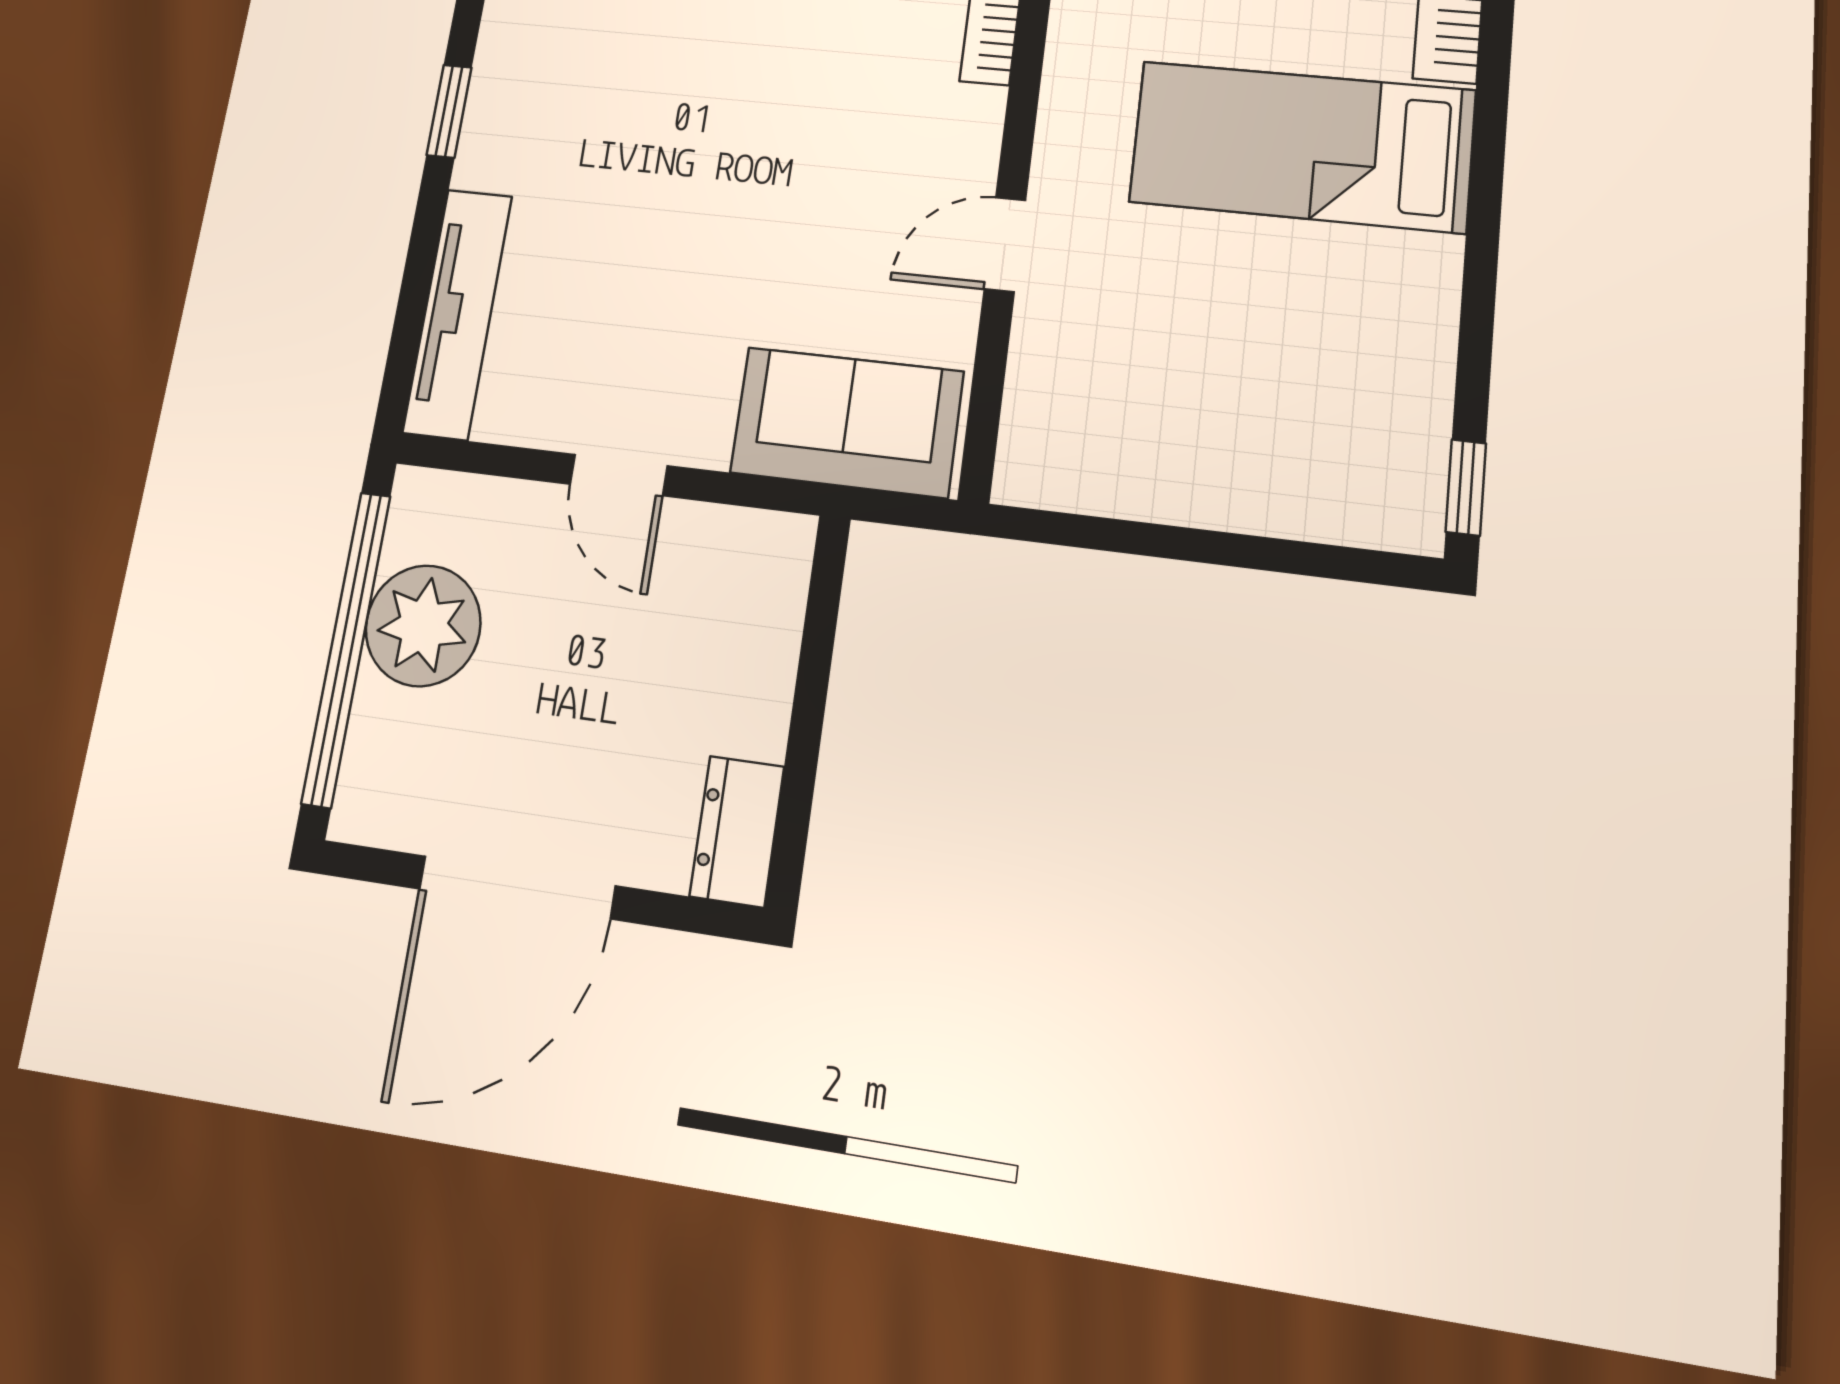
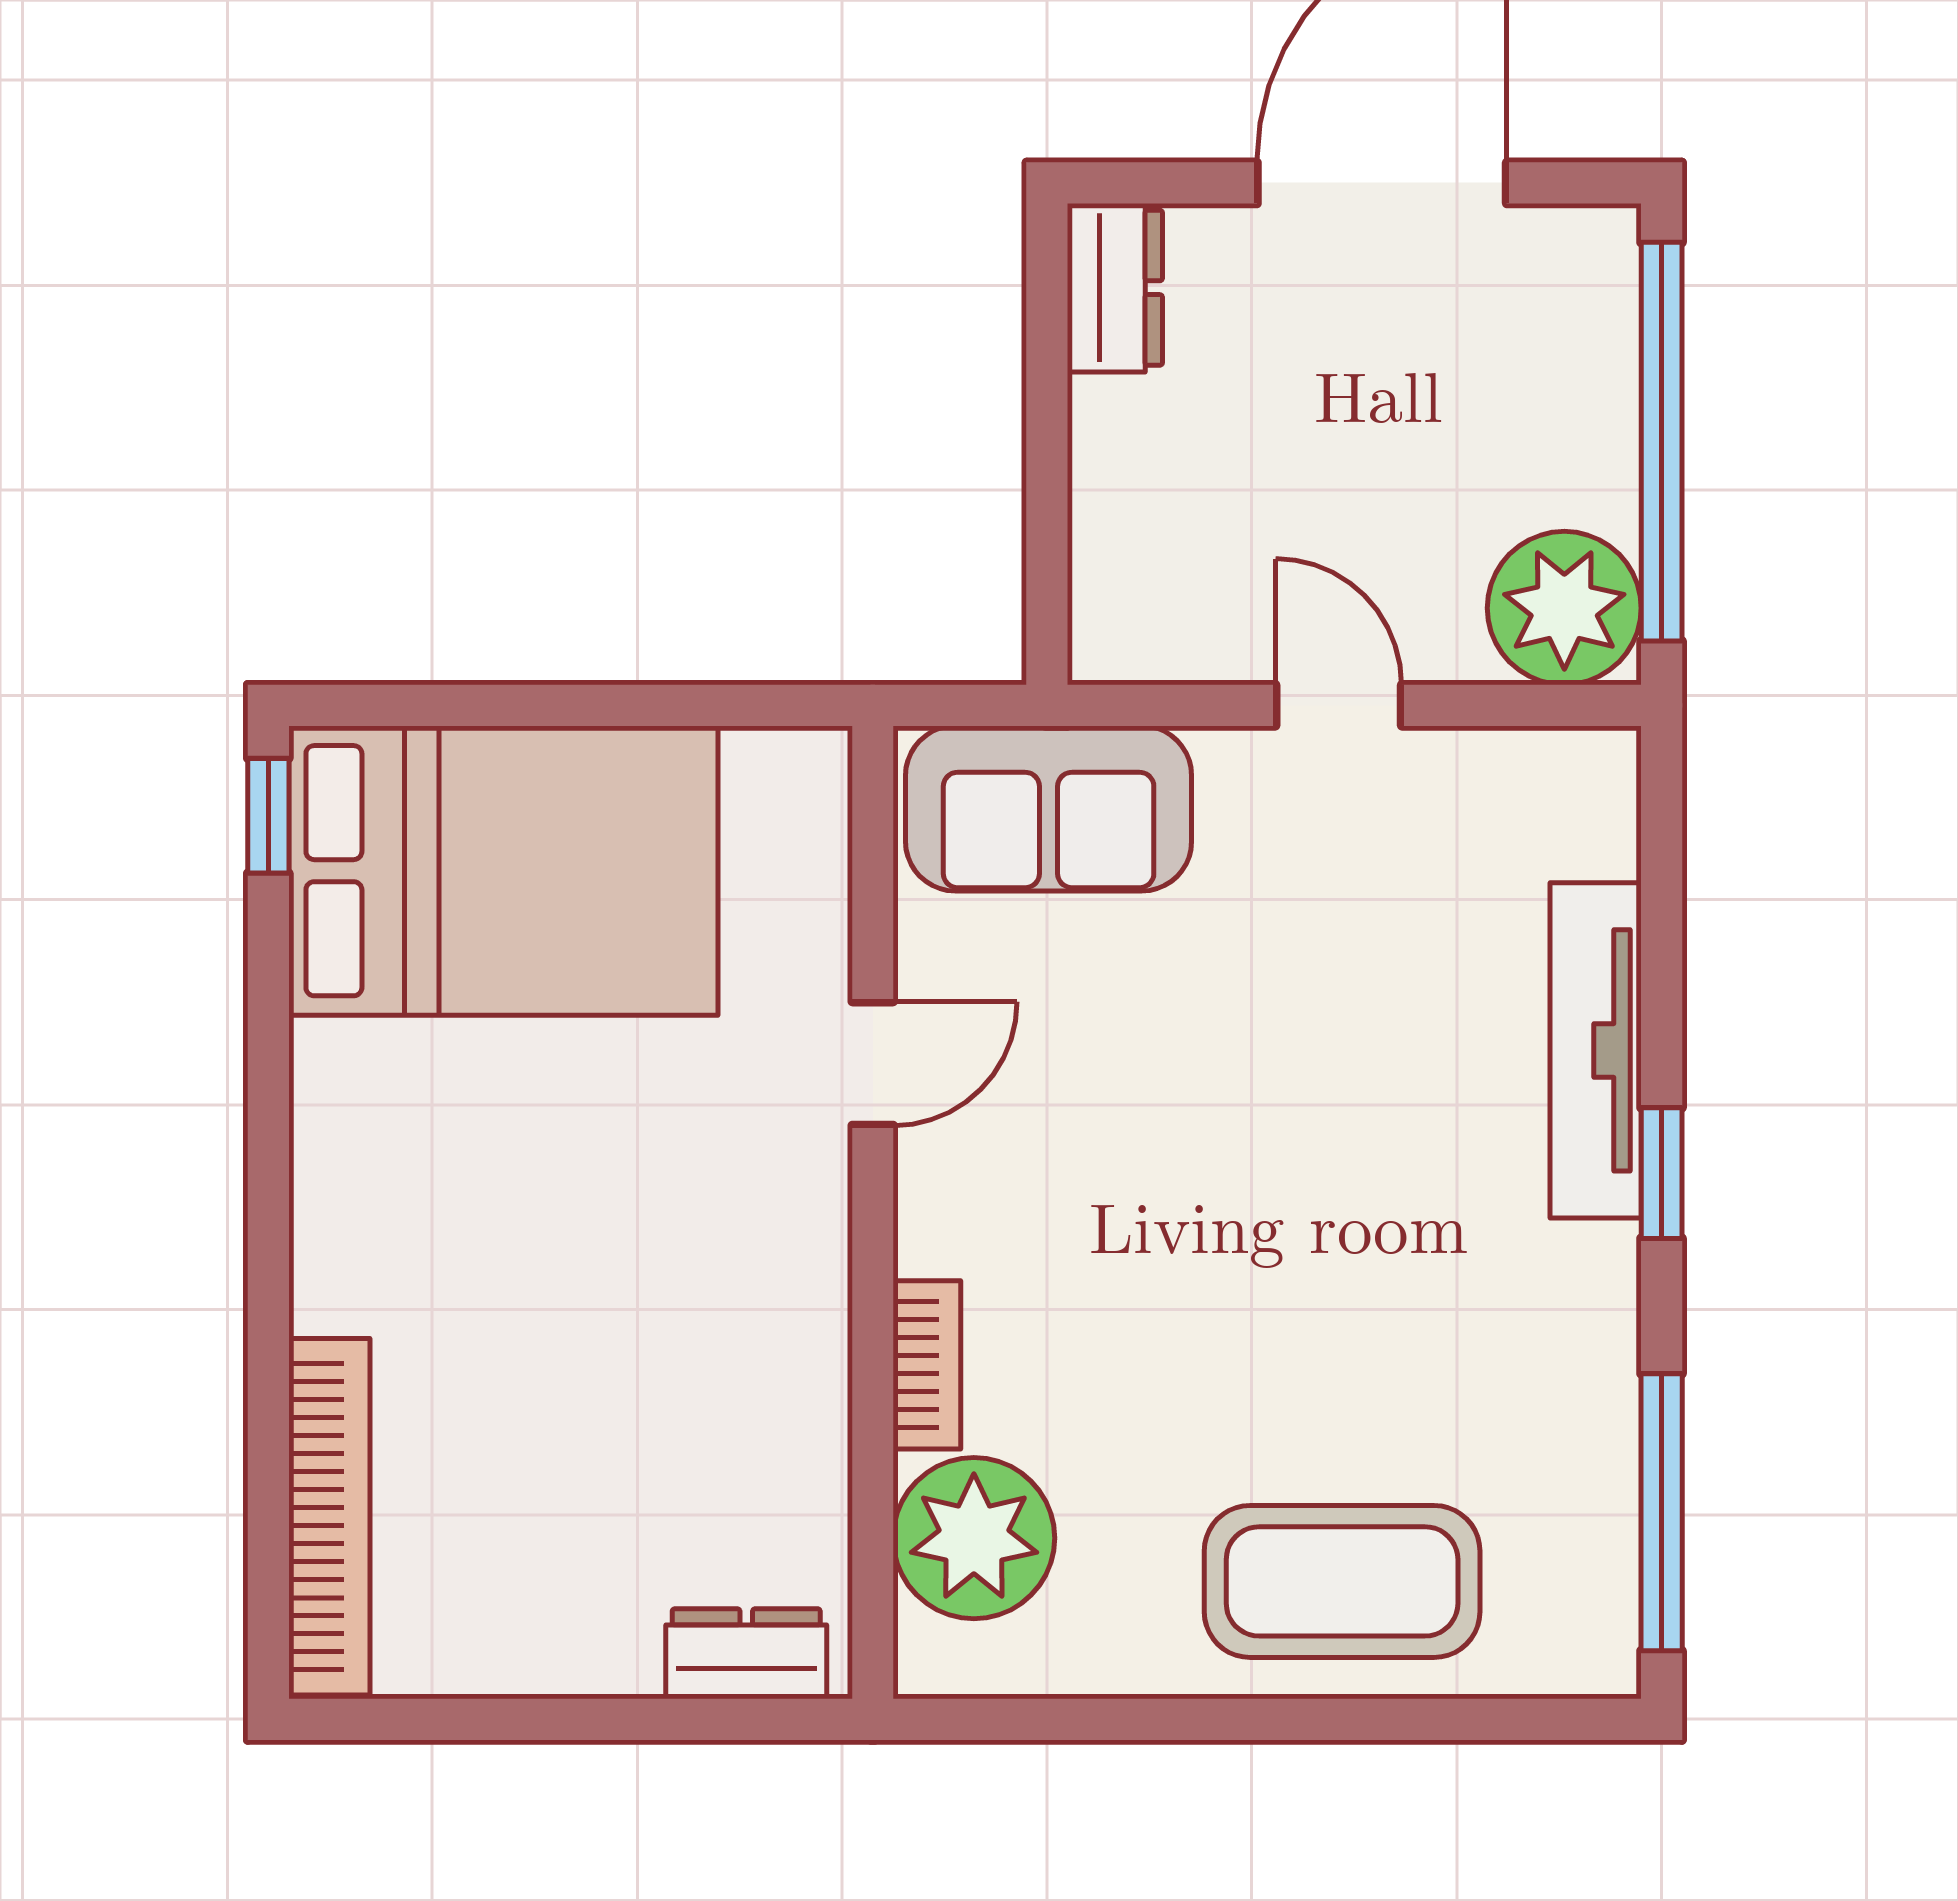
bed: (1302, 146) -> (503, 871), moved, width x1.50
tv unit: (458, 313) -> (1596, 1050), moved
plant: (423, 626) -> (1564, 608), moved

